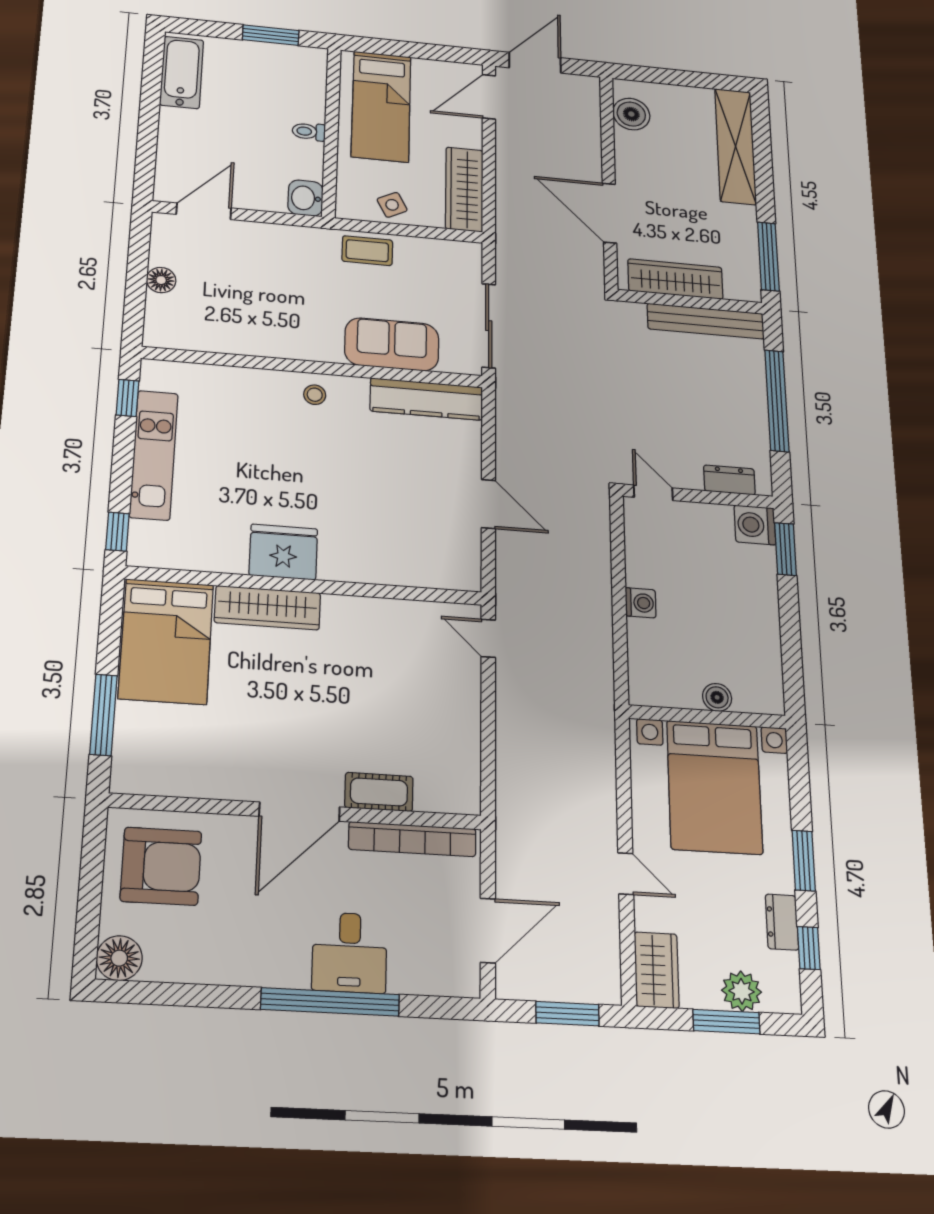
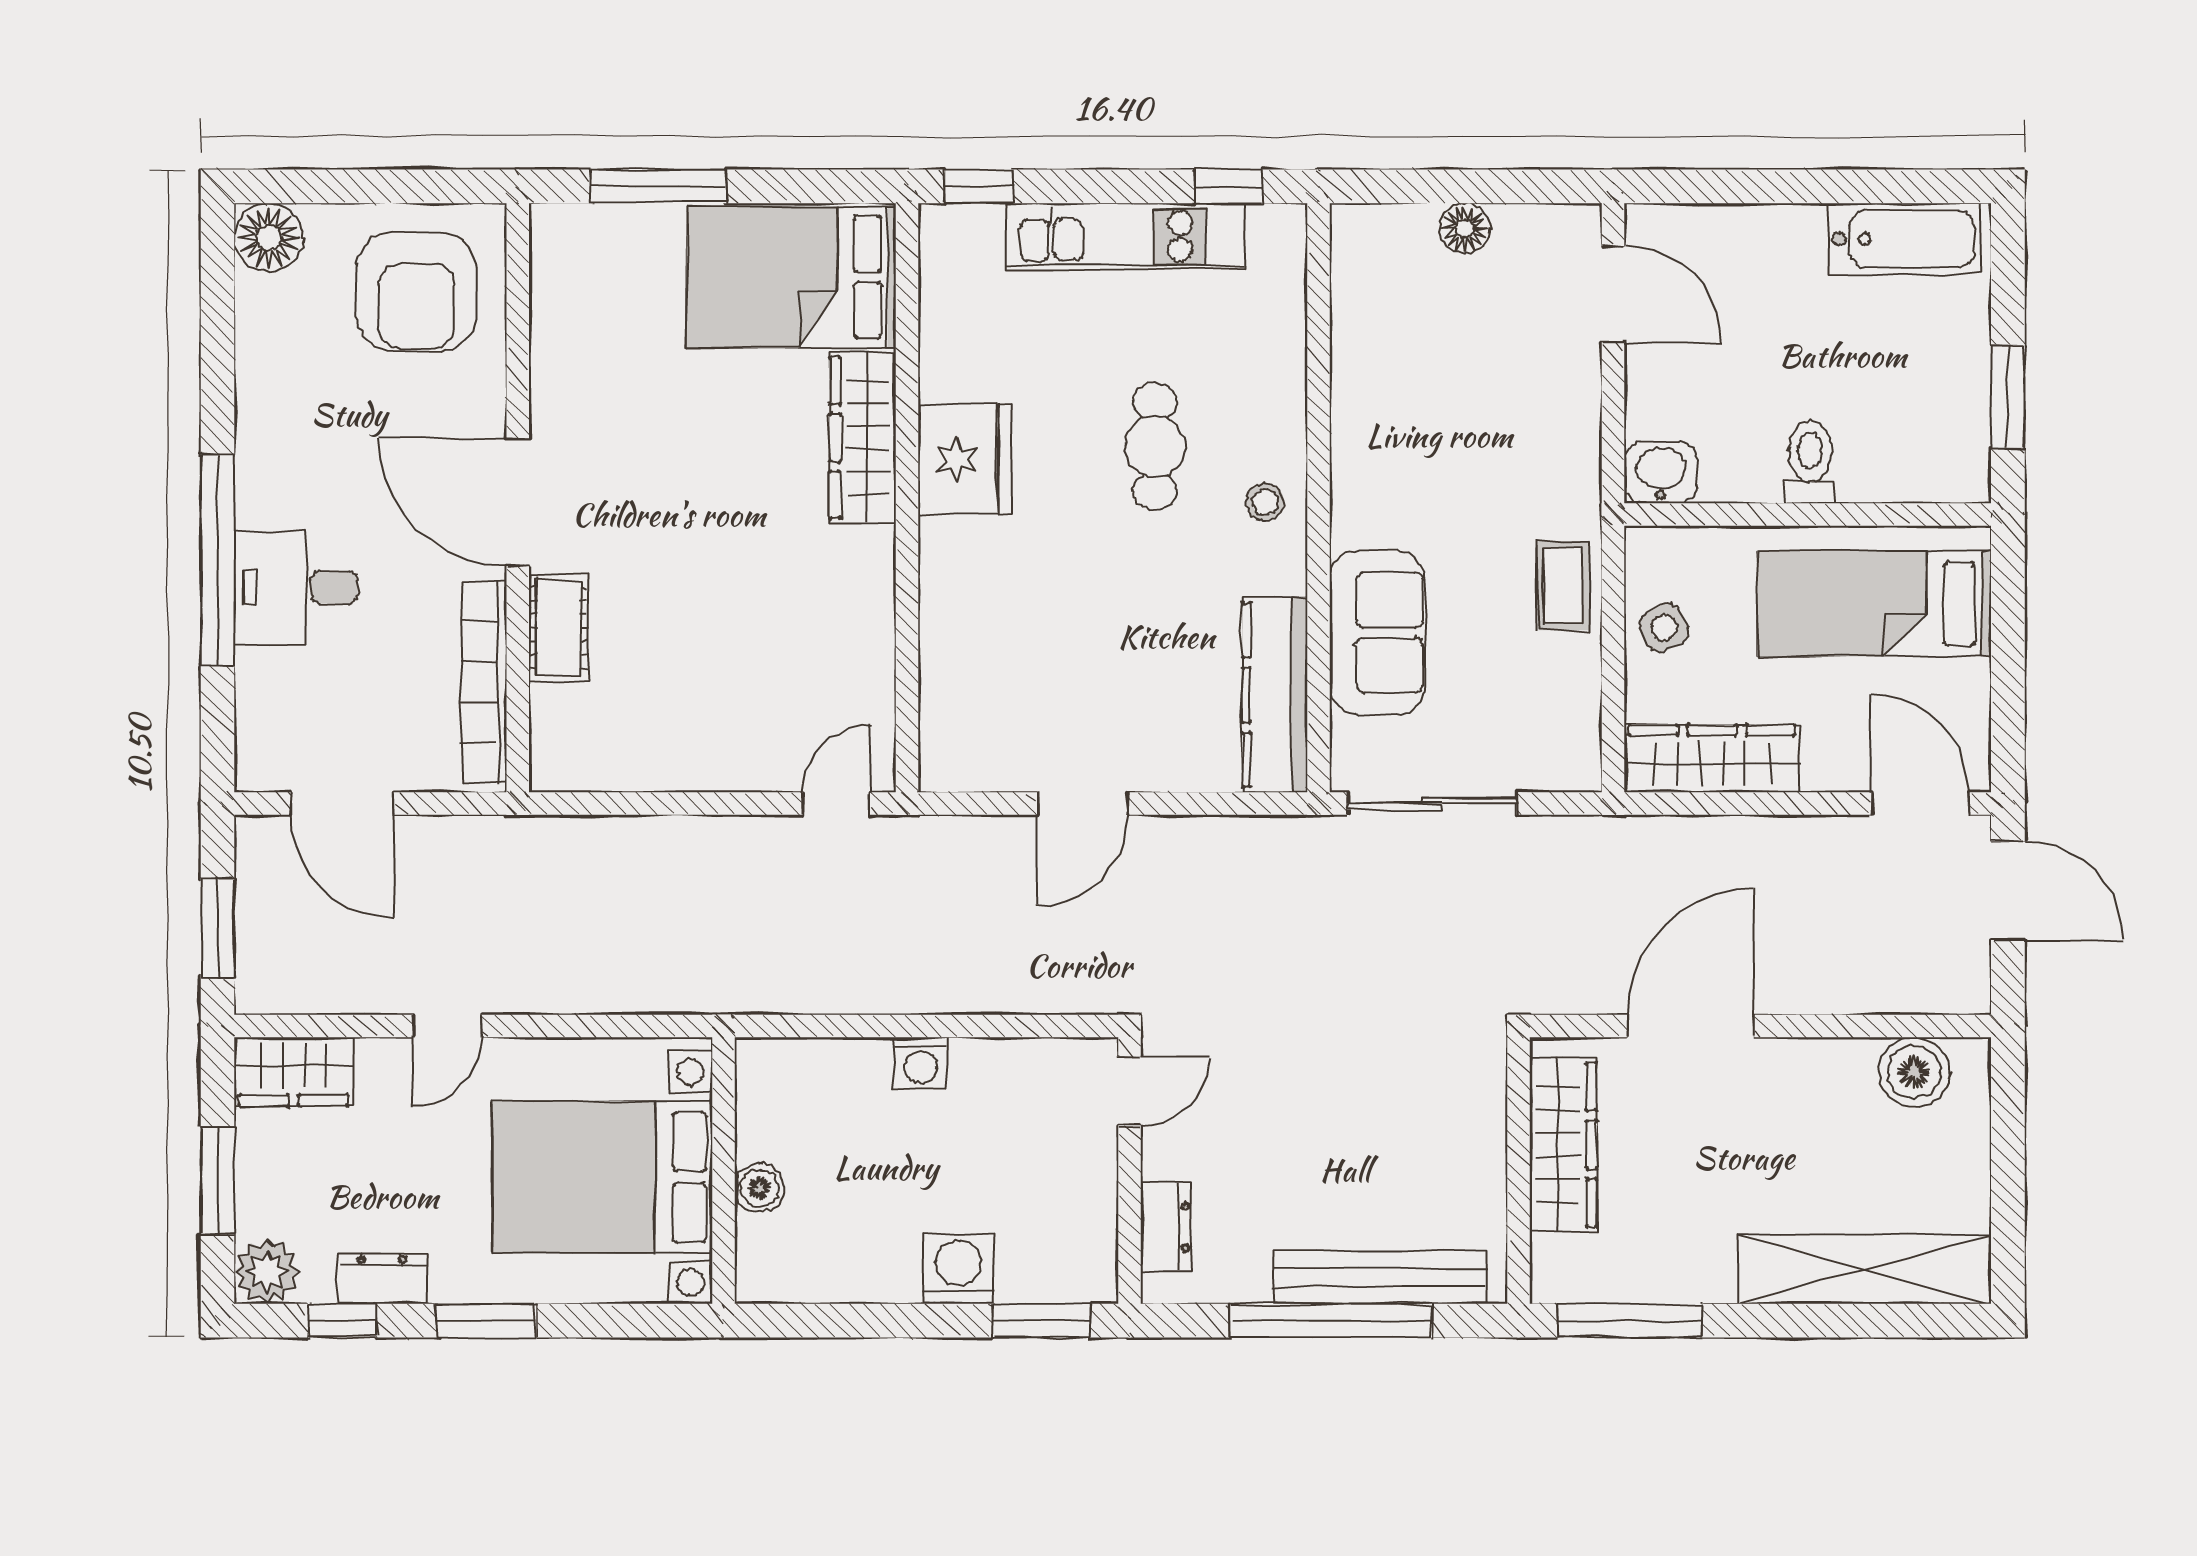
toilet: (309, 132) -> (1810, 462), width x1.37, depth x1.39
bench: (706, 321) -> (1380, 1277), moved, turned 90
cafe table: (280, 449) -> (1155, 447), added
washing machine: (755, 525) -> (958, 1269), moved
plant: (742, 991) -> (267, 1271), moved

